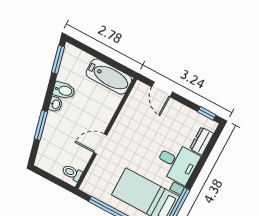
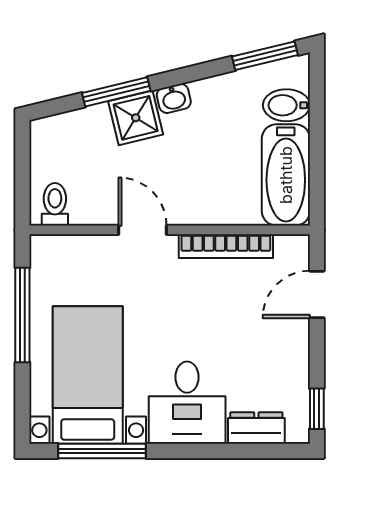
bidet: (64, 90) -> (286, 105), moved, turned 104
bookcase: (124, 115) -> (226, 246), added
shower: (55, 123) -> (136, 118), added

